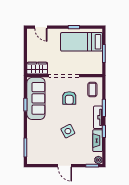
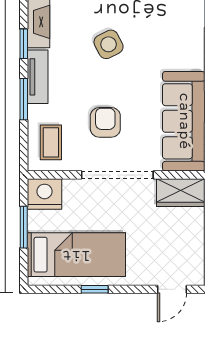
door: (41, 27) -> (172, 289), swing flipped
nightstand: (95, 68) -> (44, 194), added

